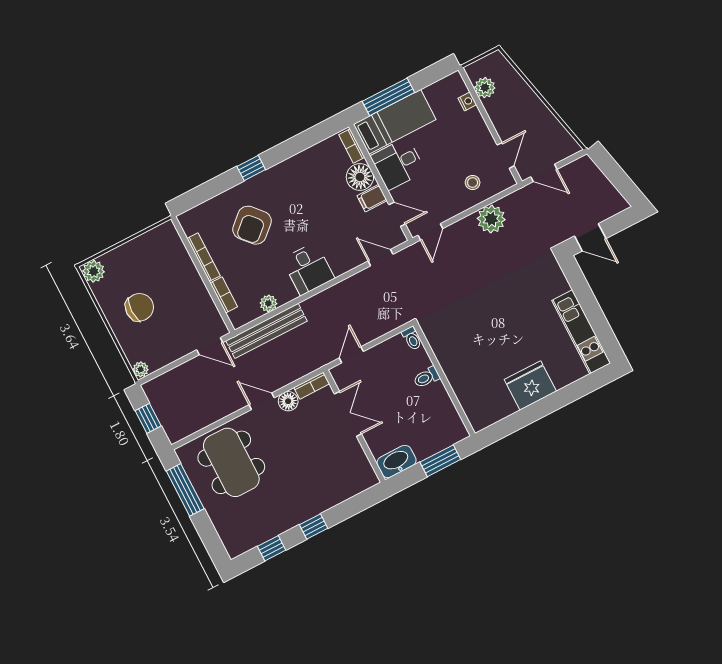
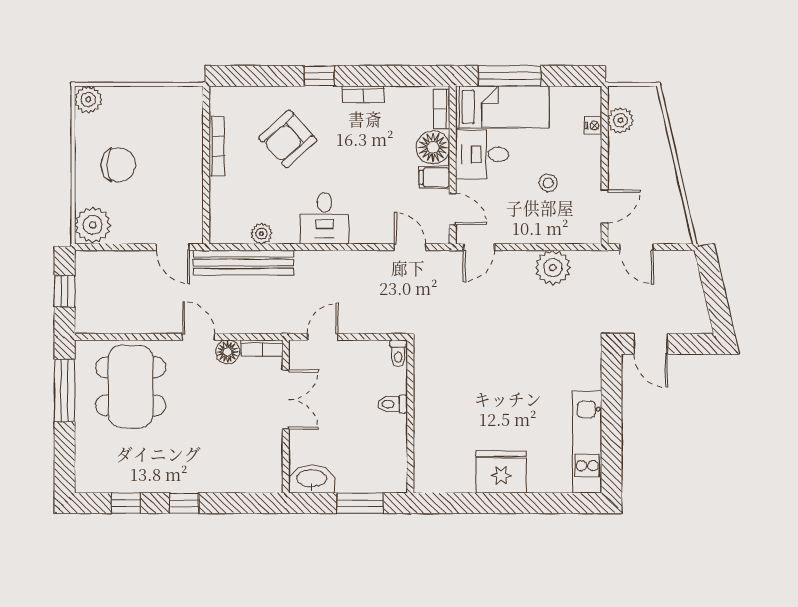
stool: (473, 183) -> (548, 183), moved
bookcase: (224, 295) -> (363, 94), moved, turned 90
plant: (141, 369) -> (93, 225), width x1.87, depth x1.87

